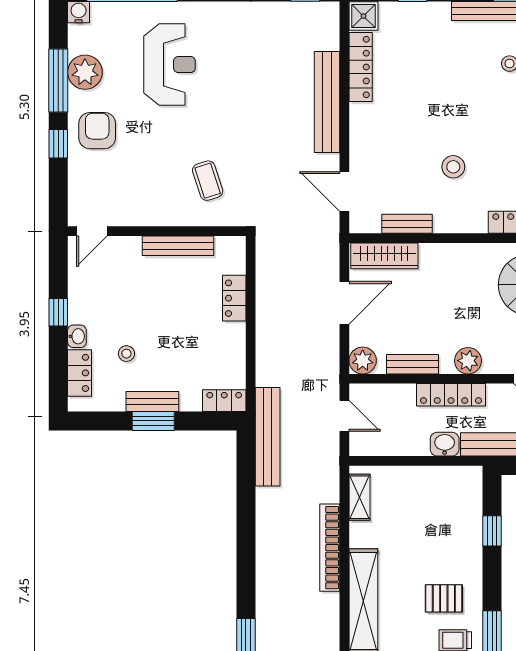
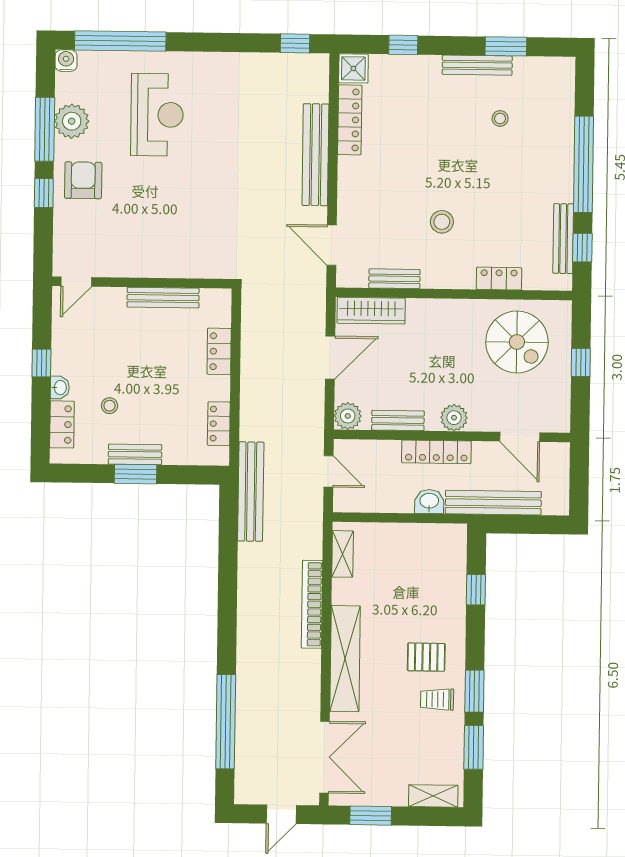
coffee table: (208, 181) -> (194, 232), removed
locker: (224, 401) -> (219, 424), moved, turned -90

